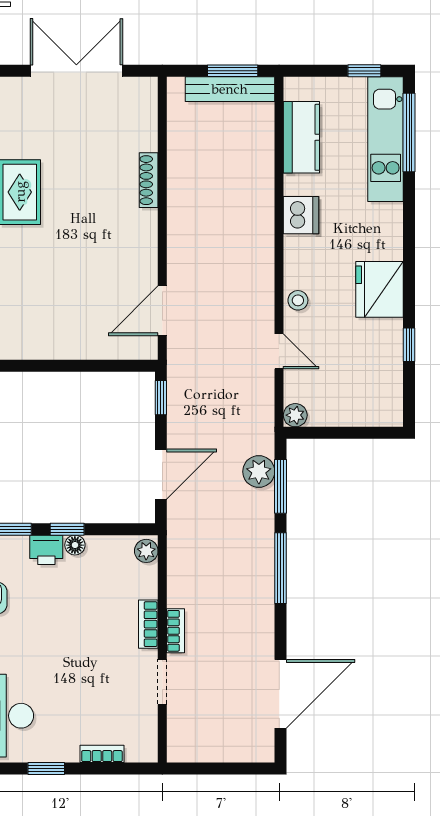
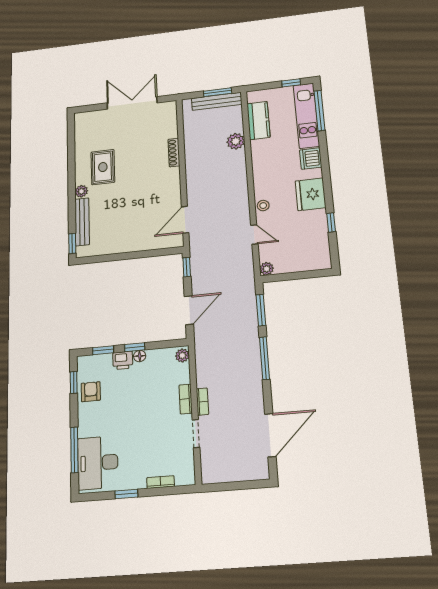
dishwasher: (301, 215) -> (311, 159), moved, turned 180
plant: (259, 472) -> (236, 141), moved

